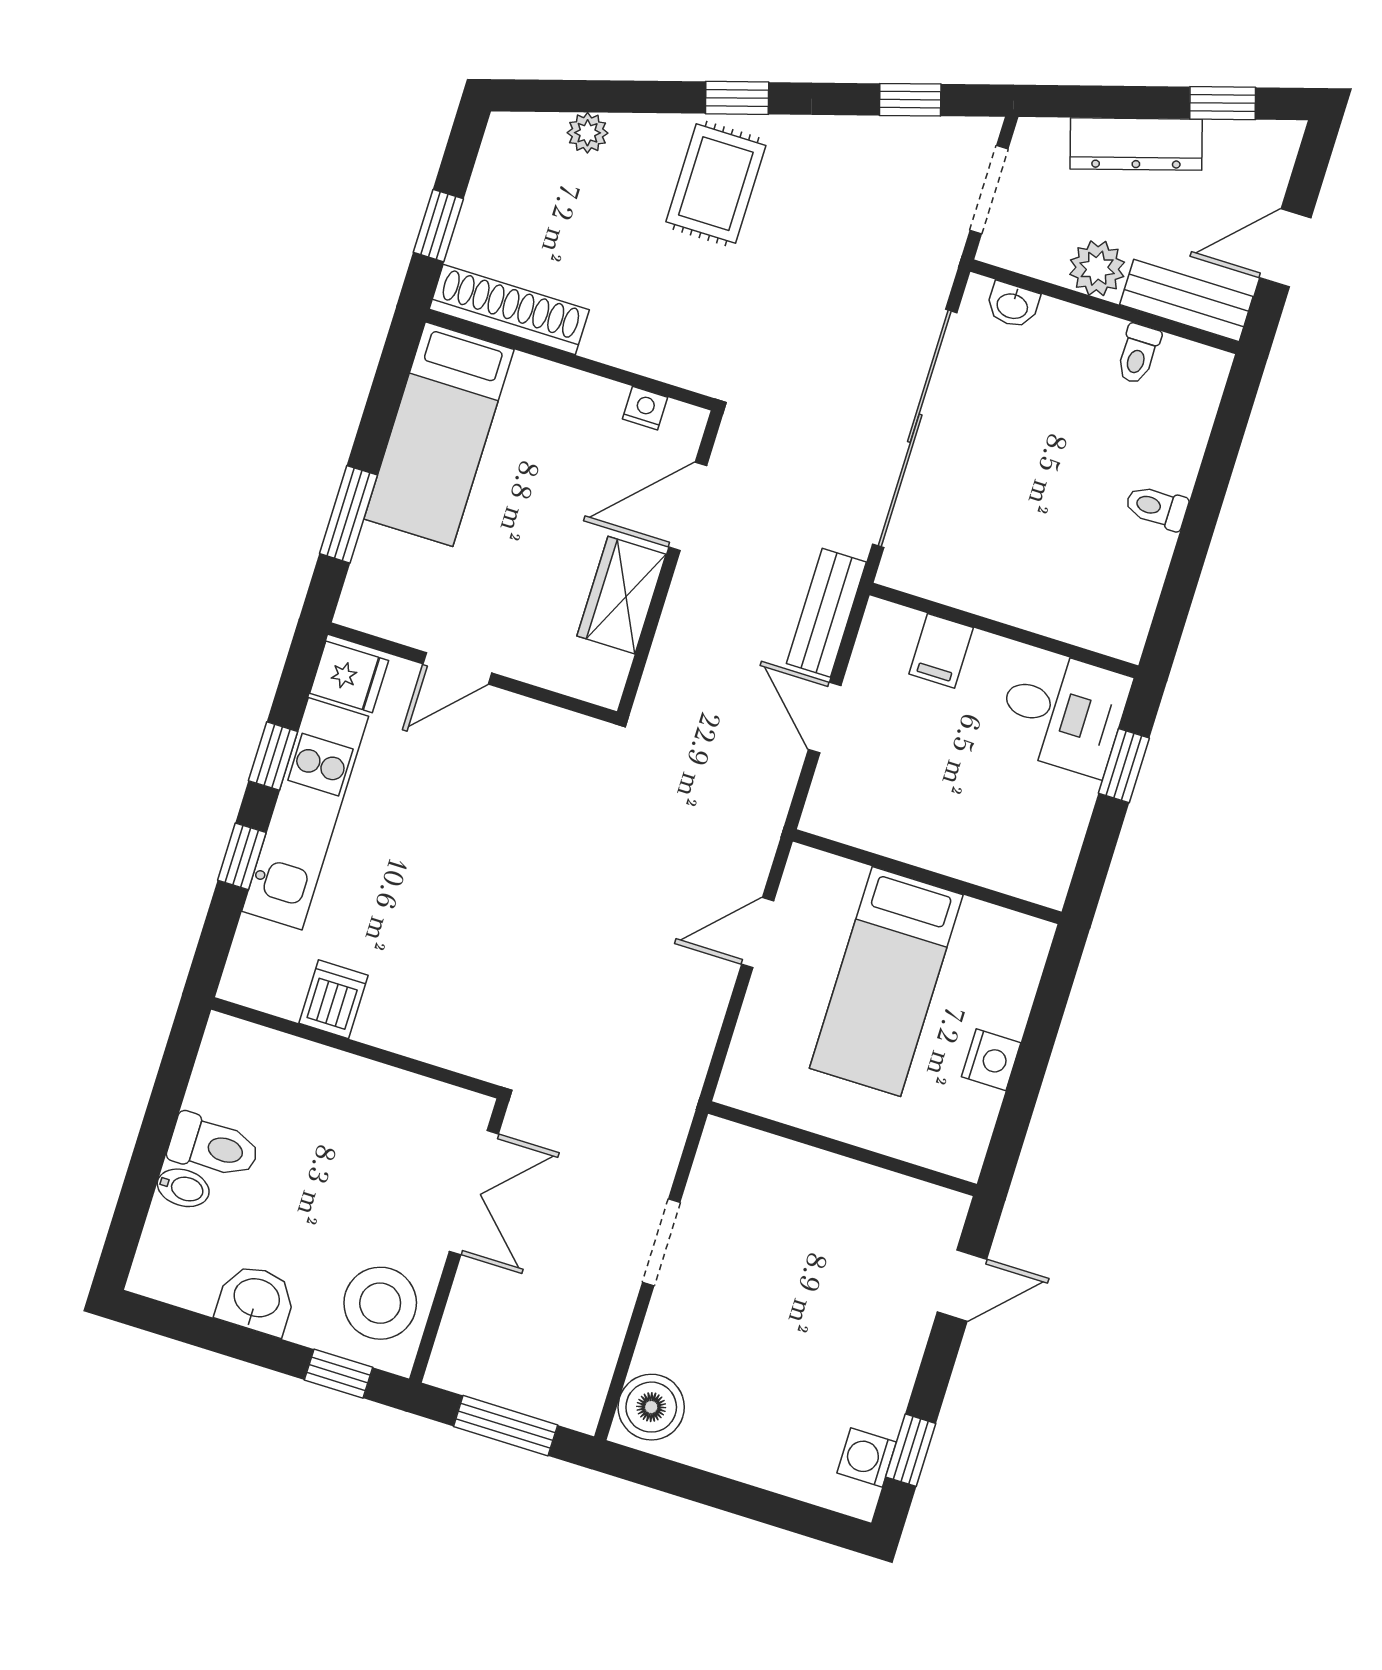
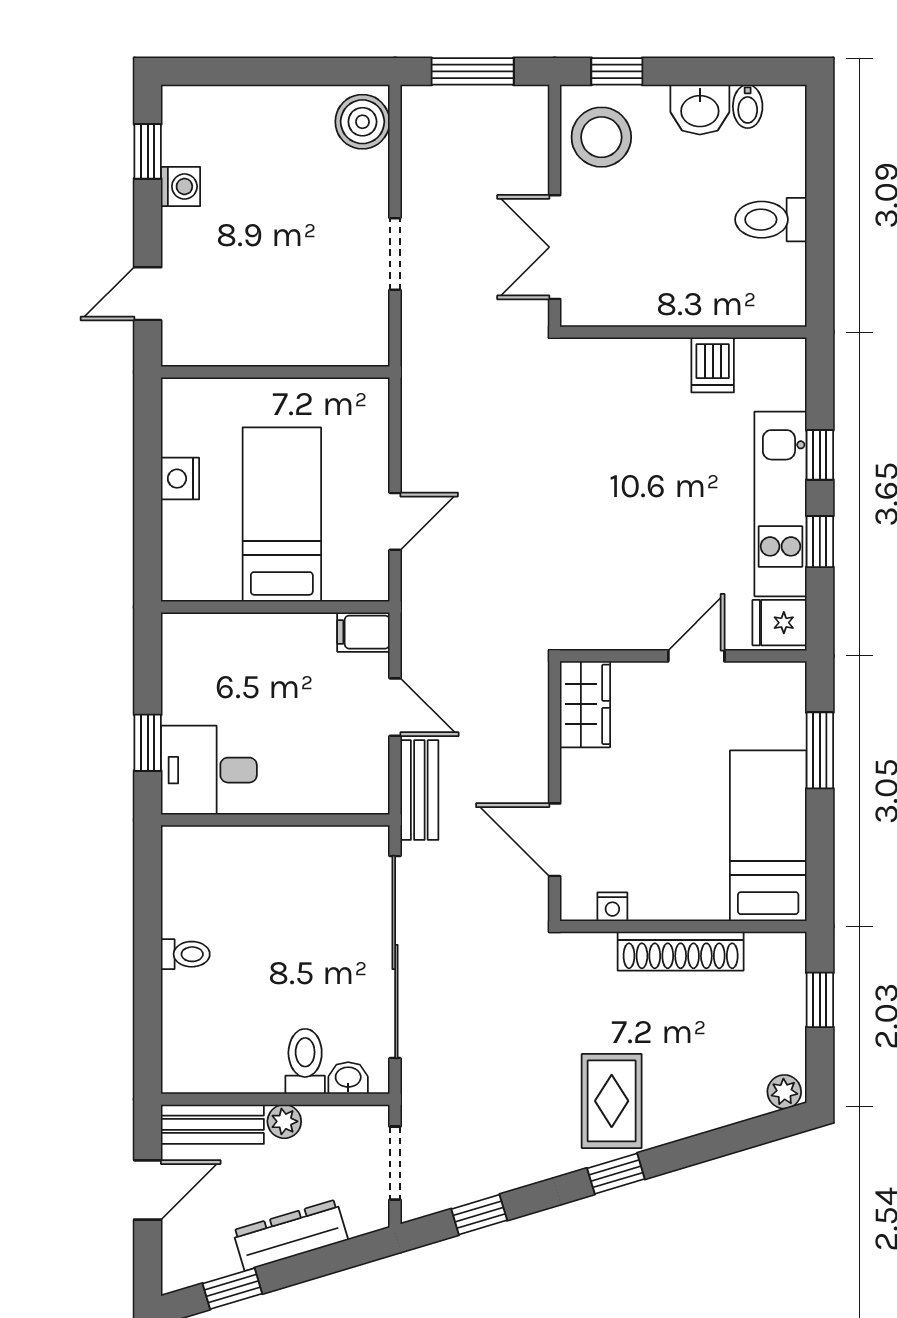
plant: (588, 133) -> (784, 1092), moved
plant: (1097, 268) -> (284, 1121), width x0.73, depth x0.73
shoe rack: (509, 309) -> (681, 951), moved
toilet: (1138, 354) -> (305, 1061), moved, width x1.37, depth x1.39
door: (688, 506) -> (555, 840), swing flipped
wardrobe: (621, 595) -> (585, 704), moved
filing cabinet: (941, 651) -> (363, 632), moved, turned -90
bidet: (183, 1188) -> (748, 106), moved, turned -90
washing machine: (867, 1457) -> (181, 186), moved

